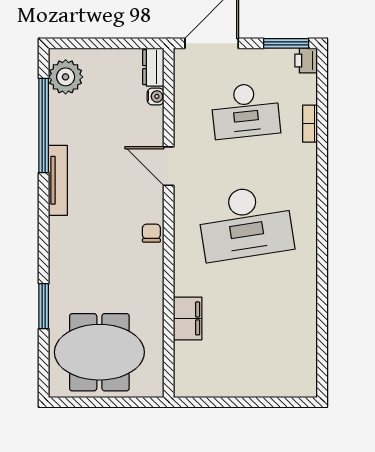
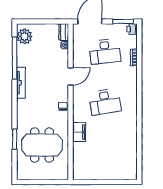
door: (169, 166) -> (71, 76), swing flipped
desk: (245, 223) -> (105, 102), width x0.73, depth x0.77
filing cabinet: (188, 318) -> (79, 132), moved
meeting table: (99, 352) -> (42, 145), moved

